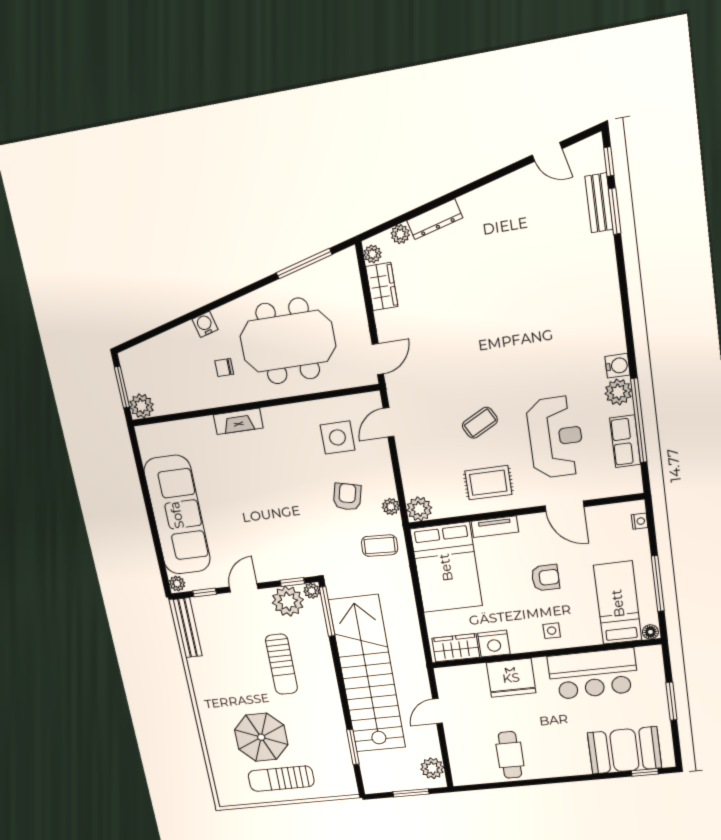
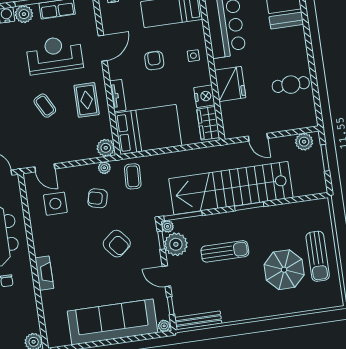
armchair: (285, 522) -> (117, 244), added
window: (353, 747) -> (249, 206), moved

